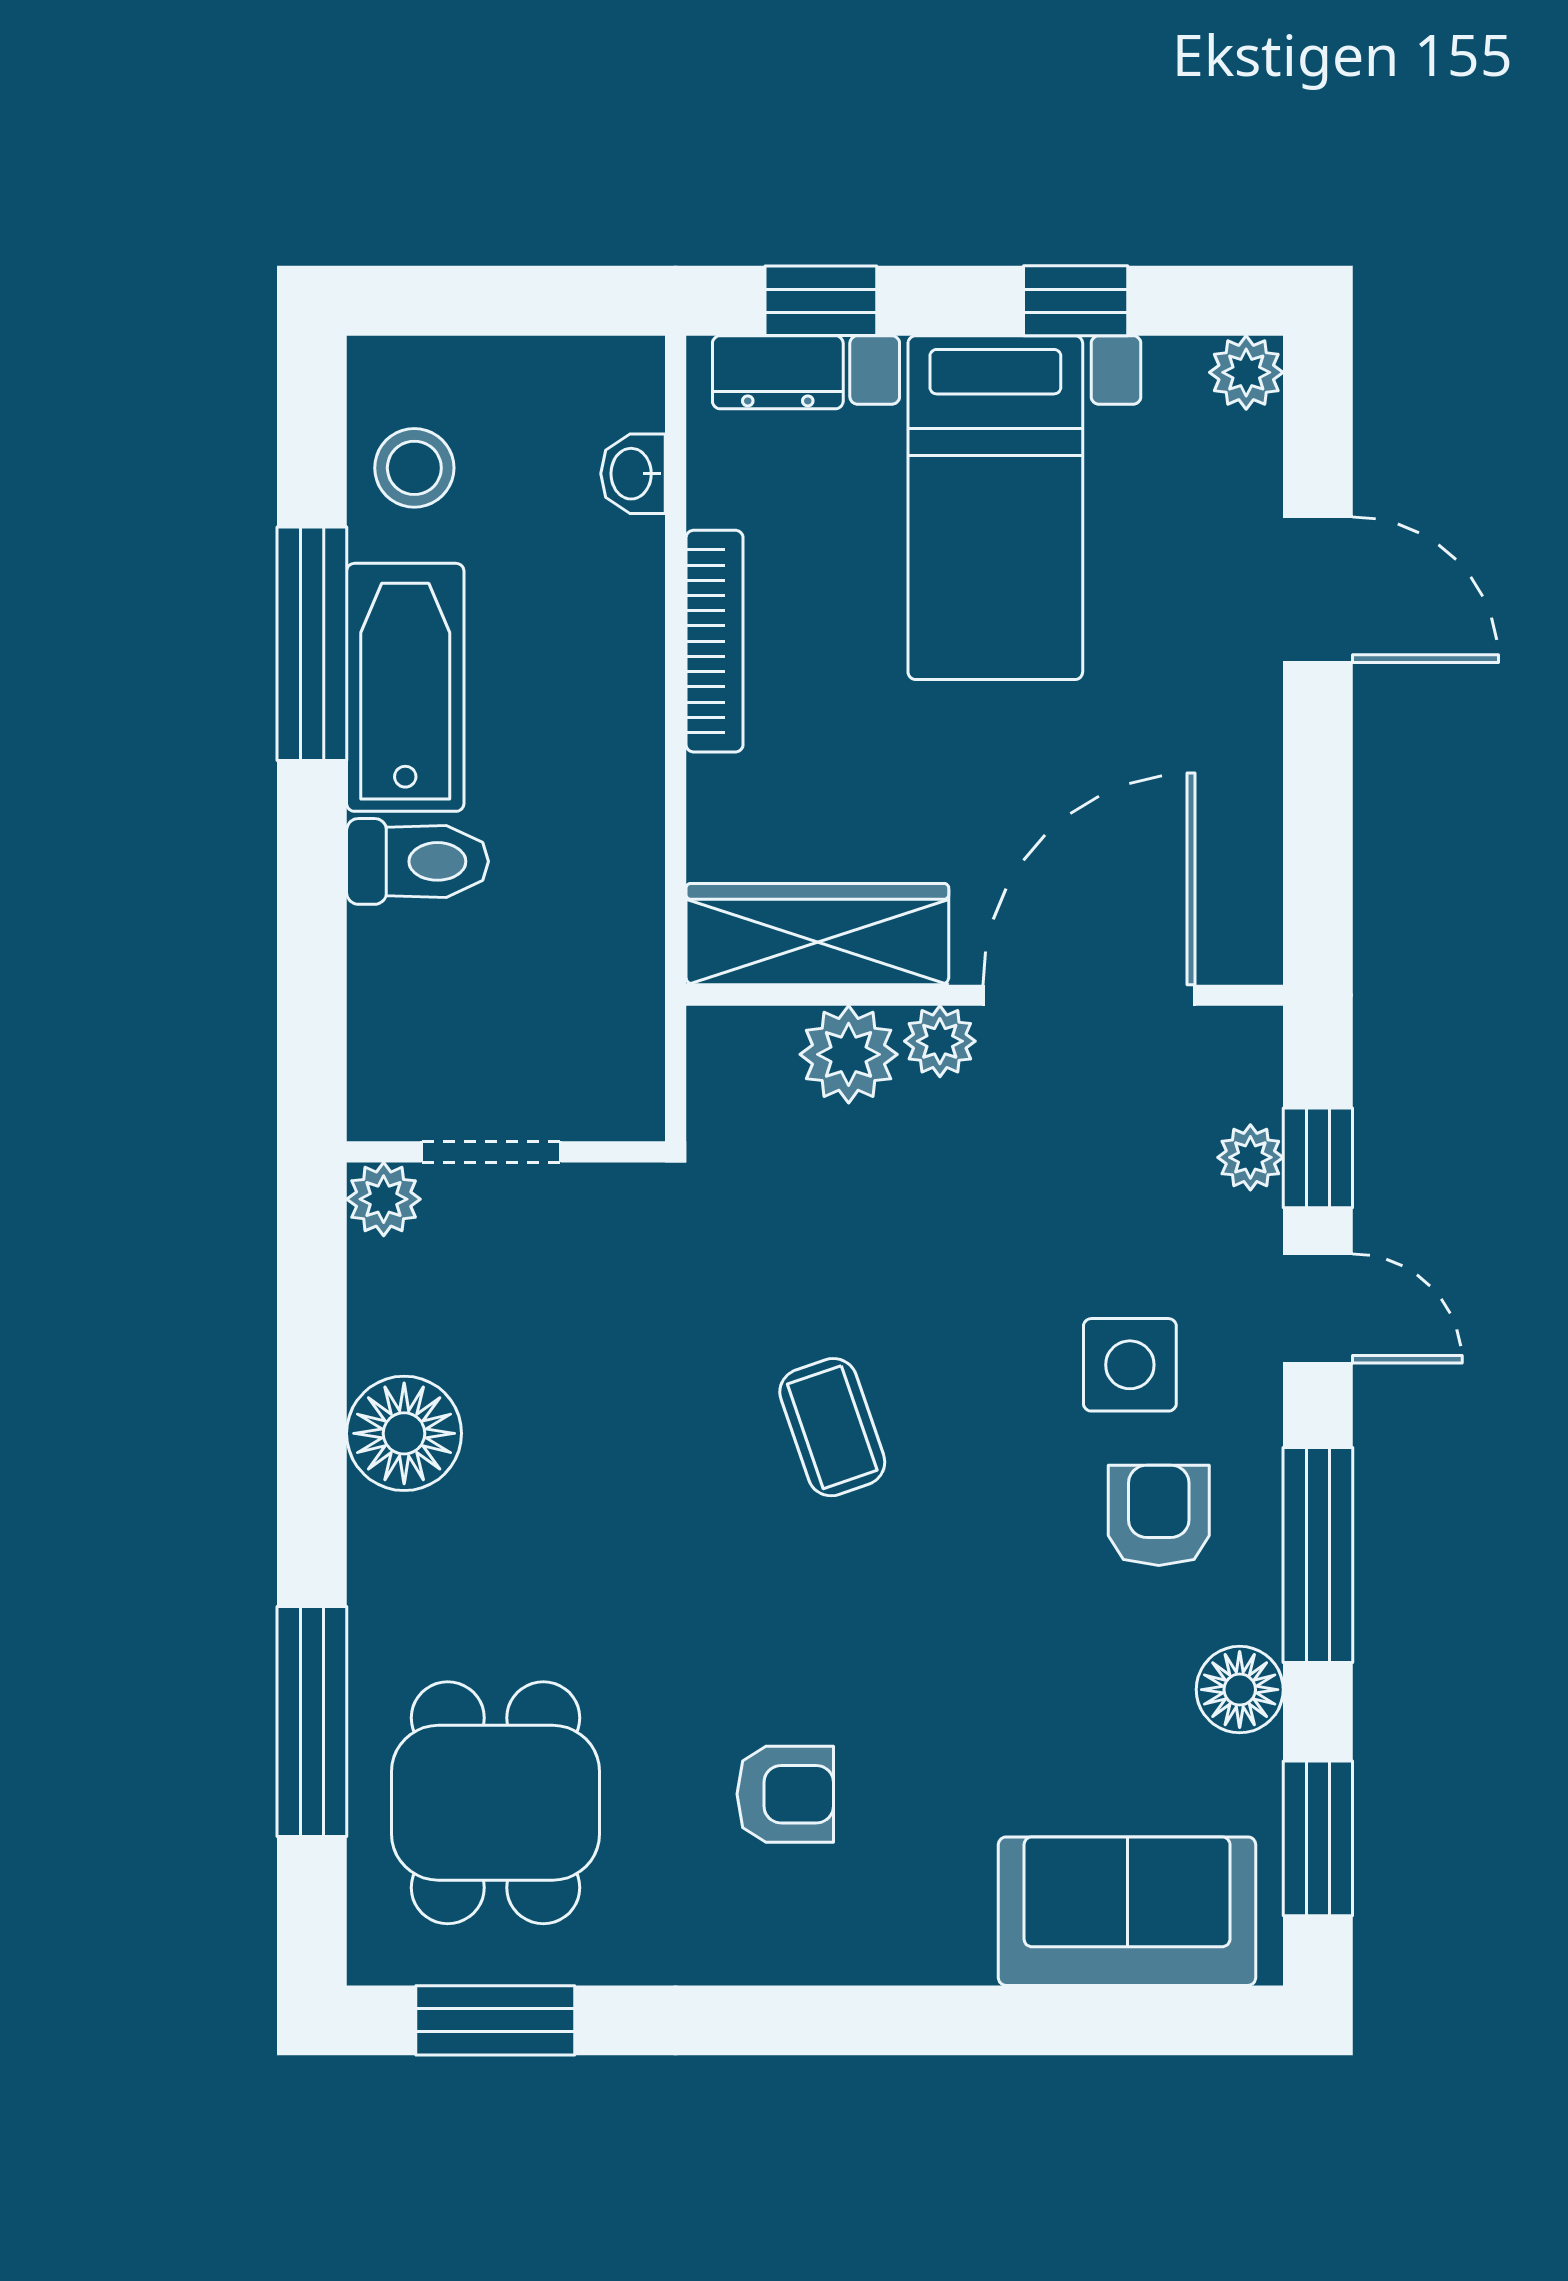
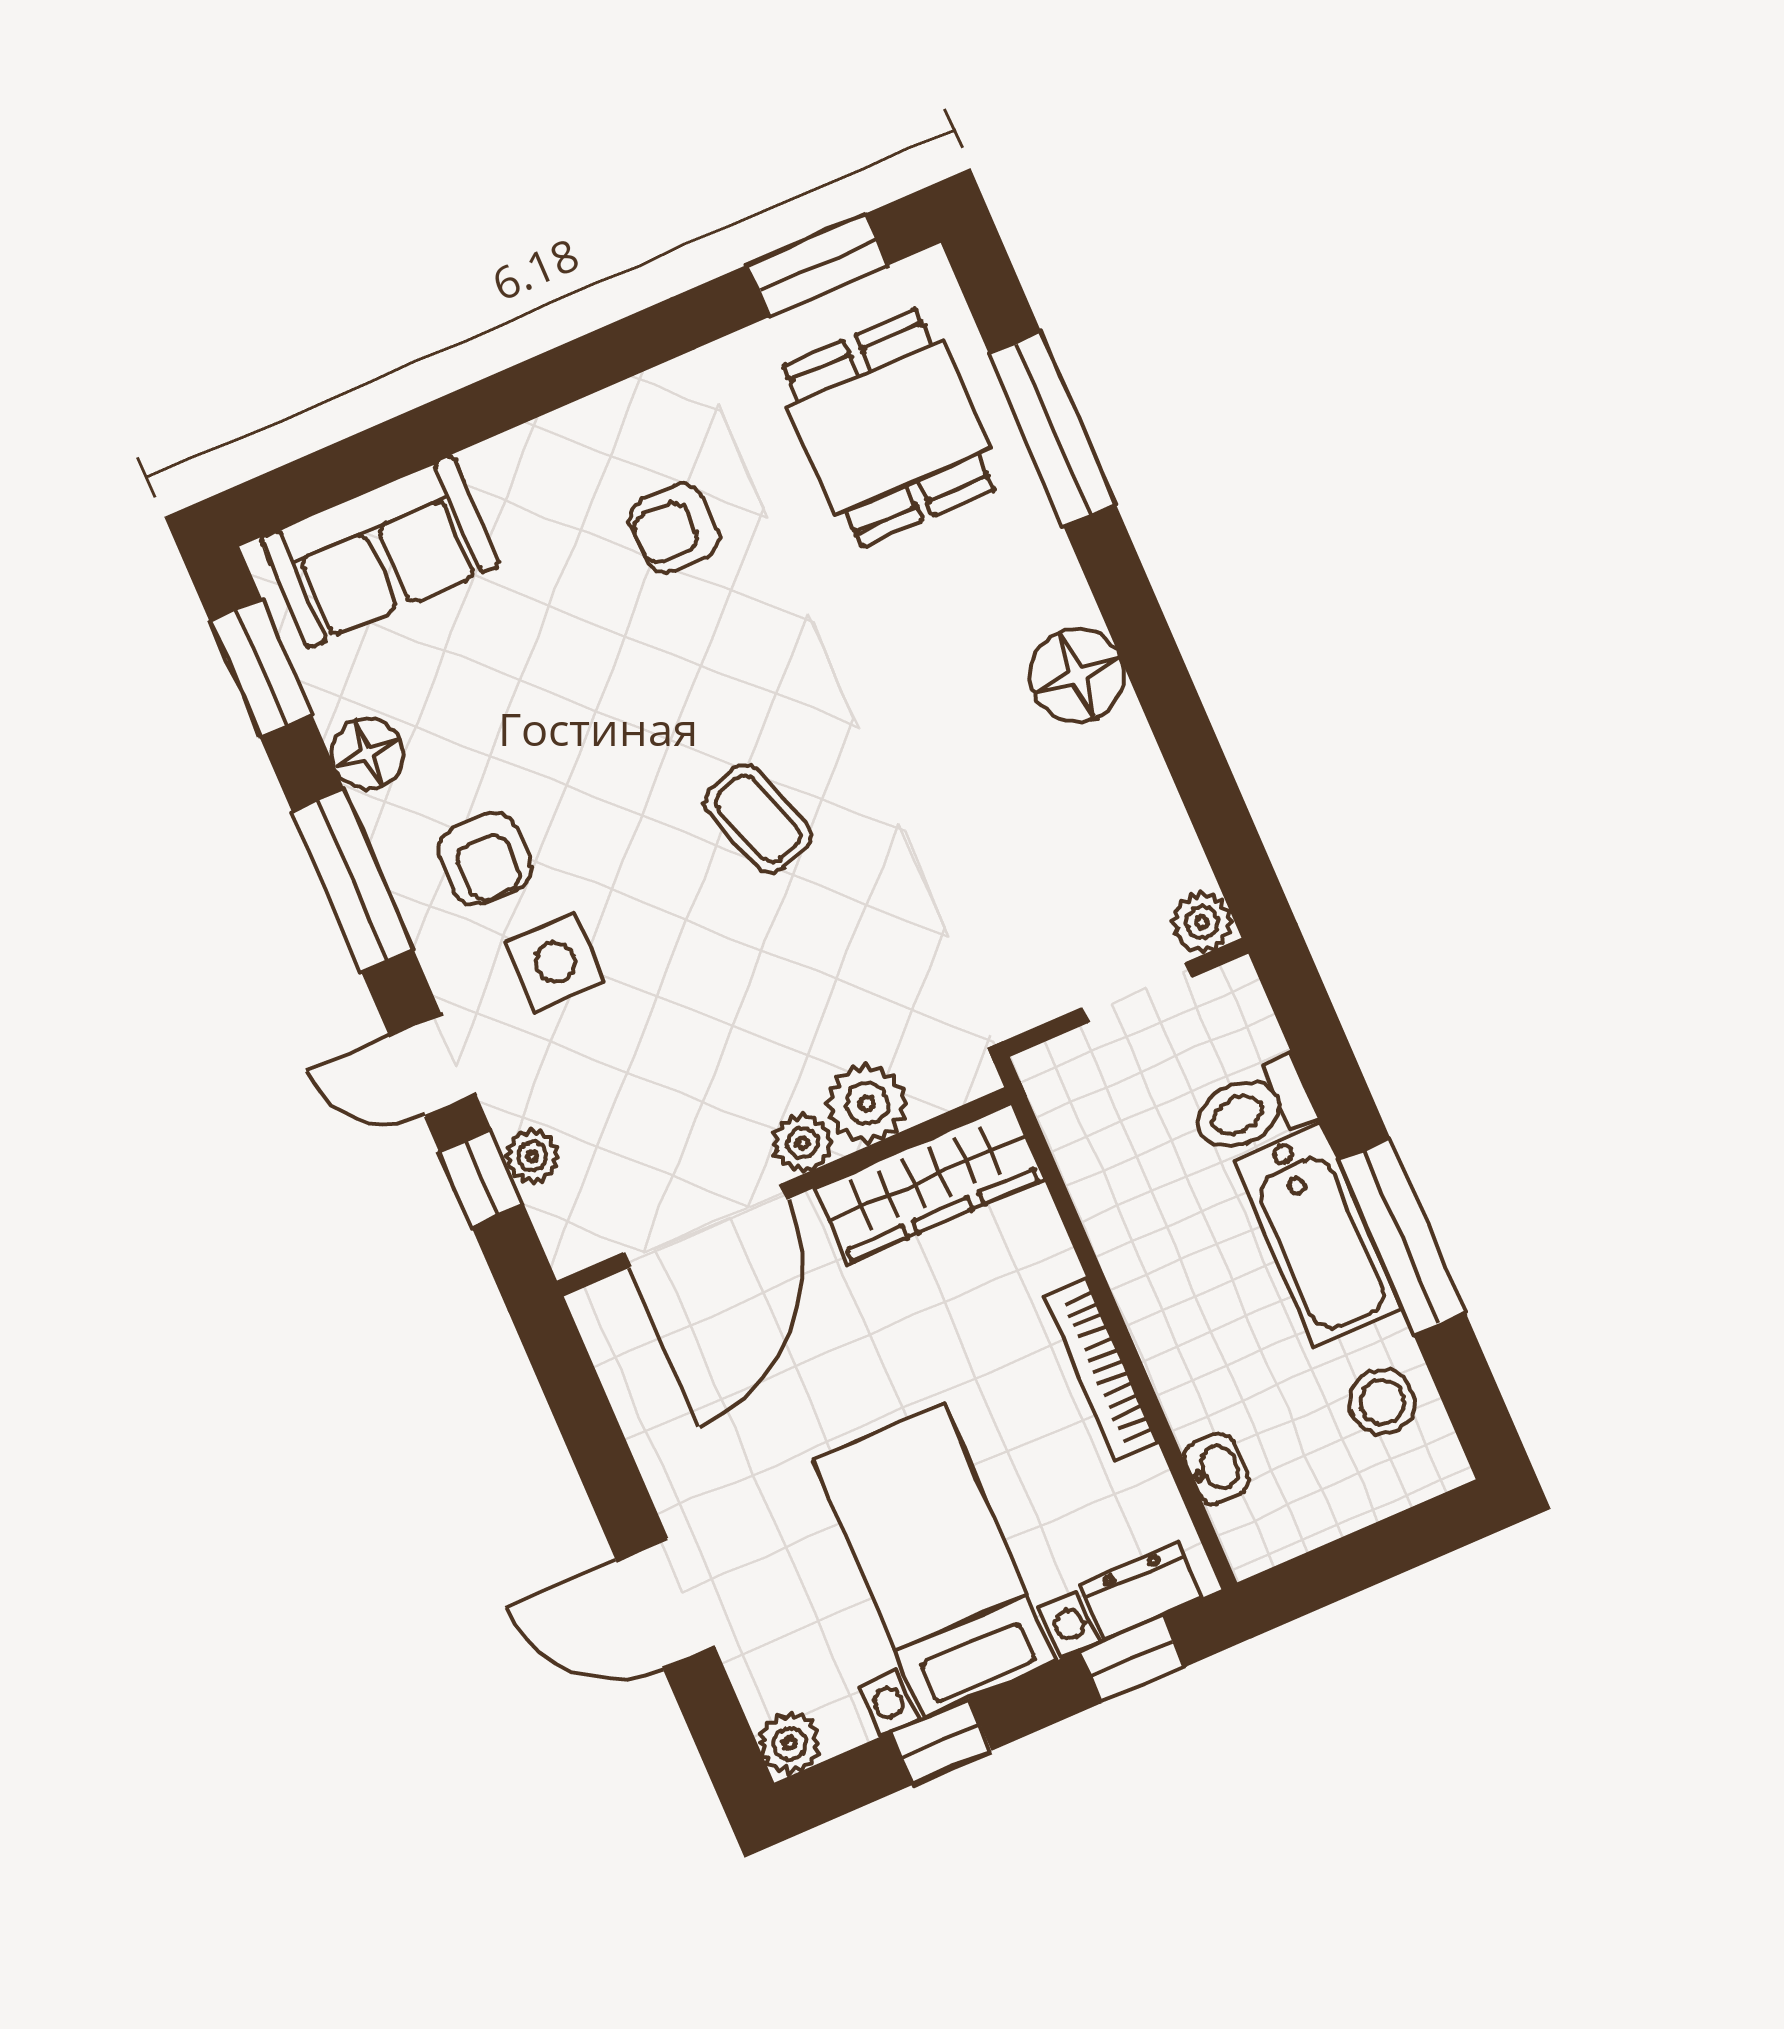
doorway: (491, 1152) -> (1137, 993), moved
wall: (506, 1152) -> (1126, 997), moved
plant: (384, 1199) -> (1202, 922), moved

